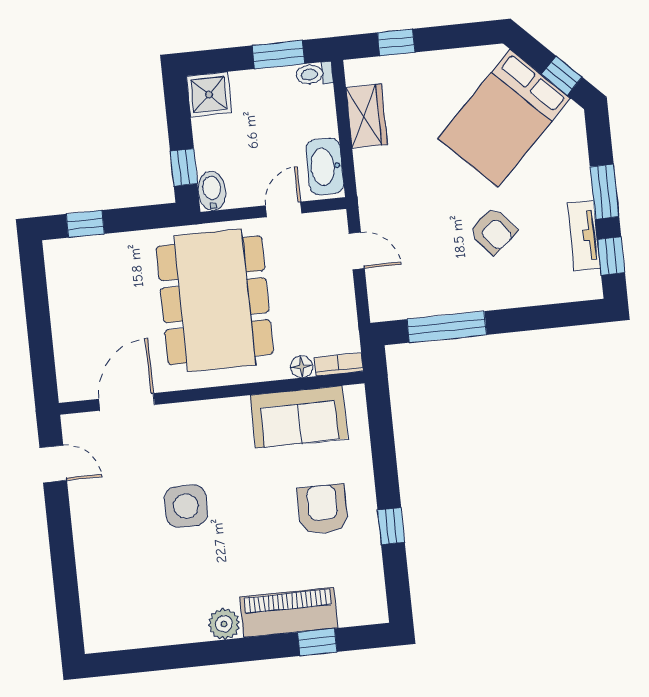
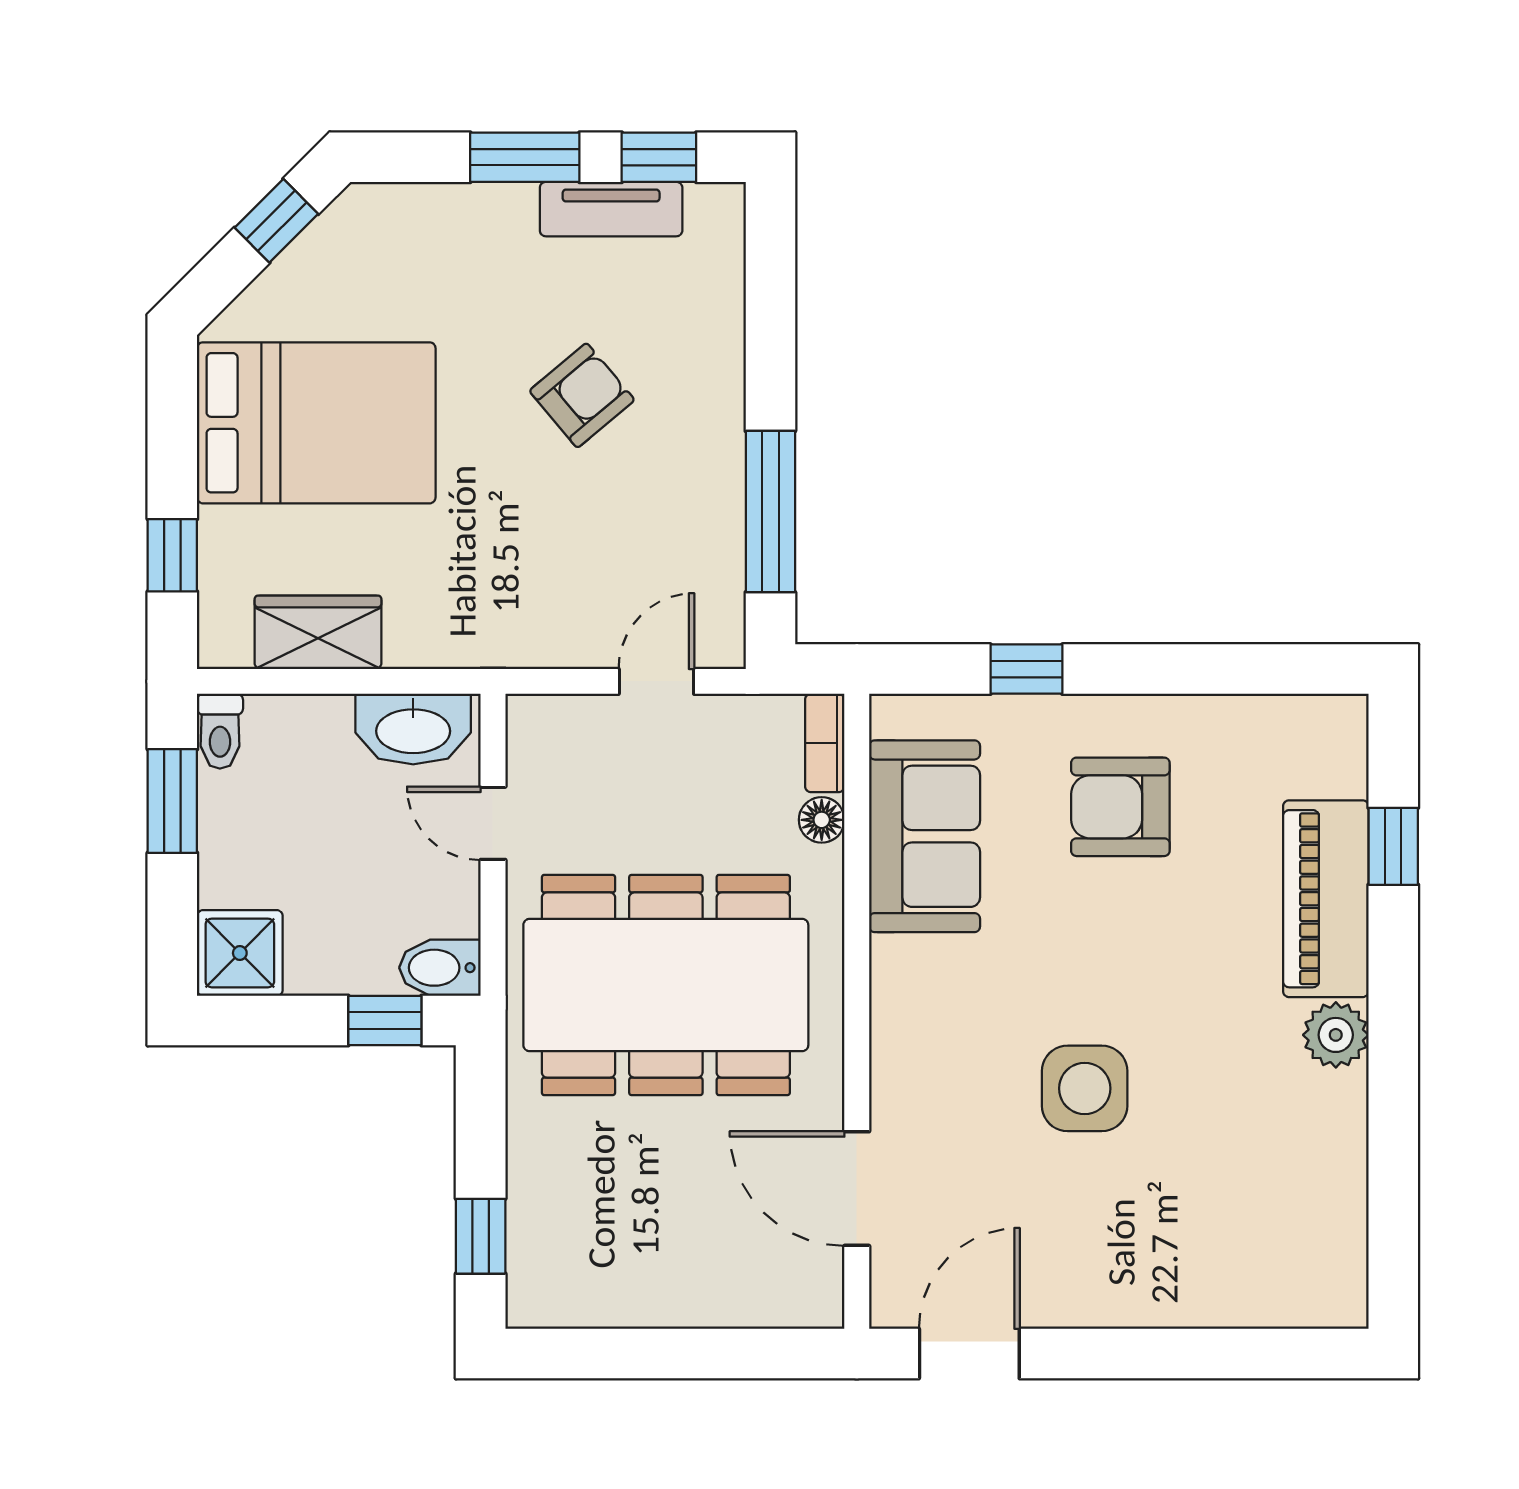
bed: (504, 118) -> (316, 423), moved, turned -45
door: (357, 251) -> (656, 681), moved
door: (53, 464) -> (969, 1354), width x1.38
window: (391, 526) -> (1026, 669), moved

